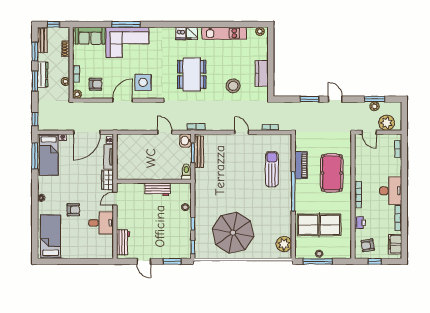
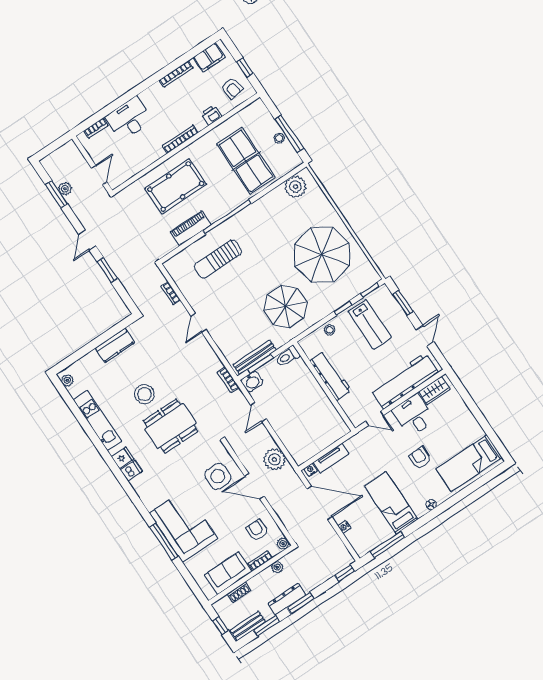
sofa: (90, 36) -> (228, 573), moved, turned -90
stool: (233, 86) -> (144, 394), moved
plant: (387, 123) -> (275, 459), moved
bed: (49, 155) -> (391, 503), moved, turned -90
wardrobe: (108, 180) -> (434, 391), moved
workbench: (158, 189) -> (331, 376), width x1.38
parasol: (217, 190) -> (285, 306), added
desk: (391, 191) -> (129, 119), moved
lab bench: (173, 233) -> (370, 324), added
workbench: (123, 242) -> (404, 381), width x1.87, depth x1.32

